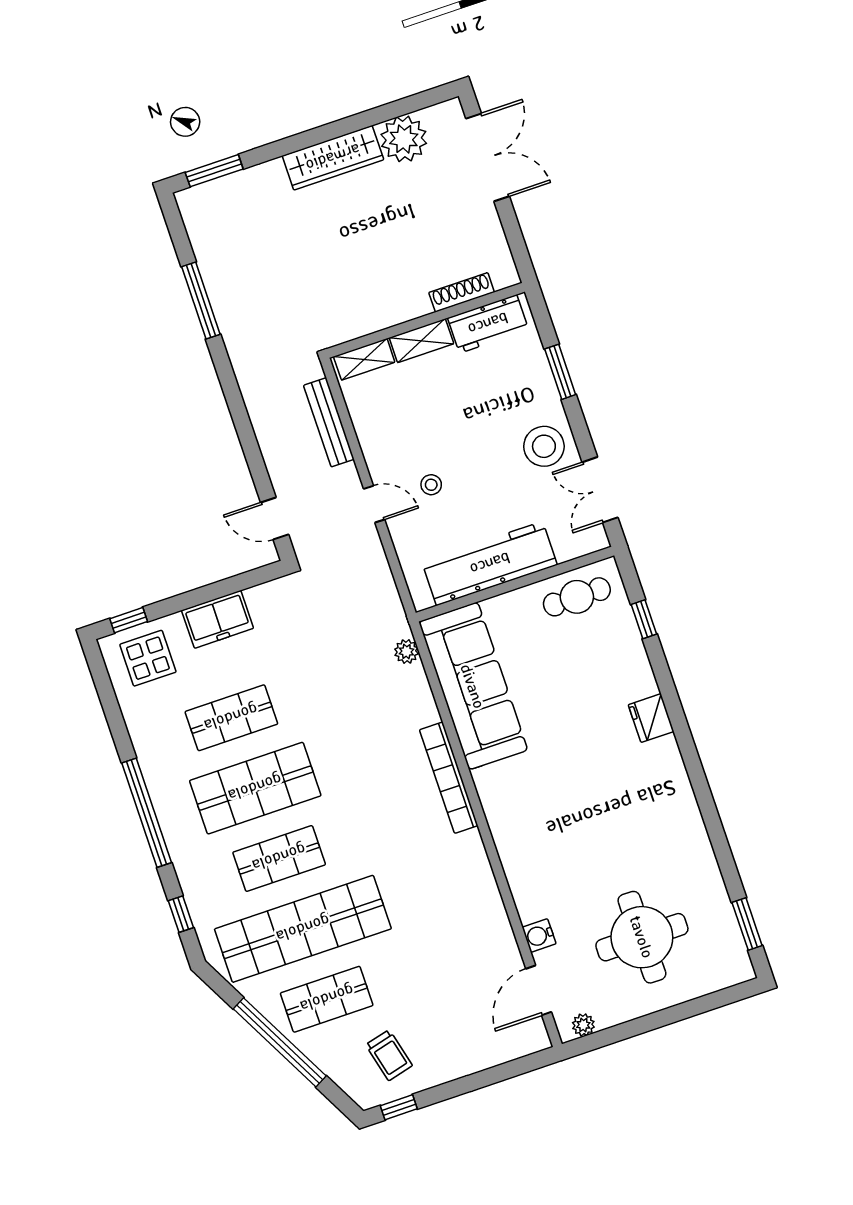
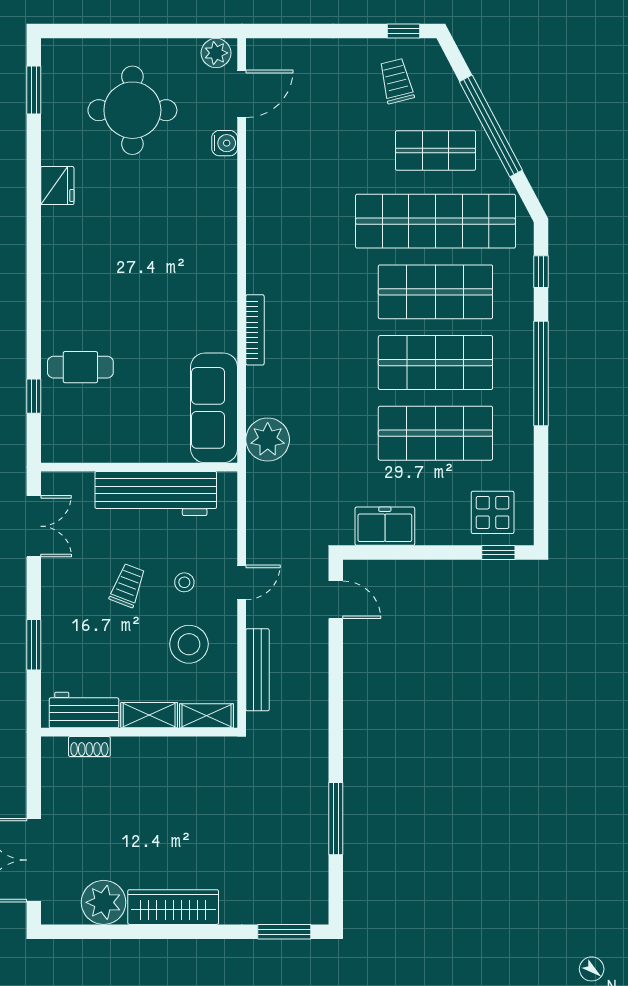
shoe rack: (462, 292) -> (89, 746), width x0.70
stool: (544, 446) -> (189, 644), moved
trolley: (487, 462) -> (128, 585), added
door: (374, 504) -> (242, 582), swing flipped
cafe table: (577, 597) -> (80, 367), moved
freezer: (218, 619) -> (385, 526), moved
plant: (406, 651) -> (268, 440), width x1.87, depth x1.87
sofa: (473, 686) -> (214, 408), width x0.74, depth x0.79
shop shelf: (231, 718) -> (435, 433), width x1.43, depth x1.36
fridge: (651, 718) -> (57, 186), moved
bookcase: (449, 778) -> (255, 330), width x0.68, depth x0.76
shop shelf: (279, 858) -> (435, 292), width x1.43, depth x1.36
plant: (583, 1025) -> (216, 53), width x1.38, depth x1.38

